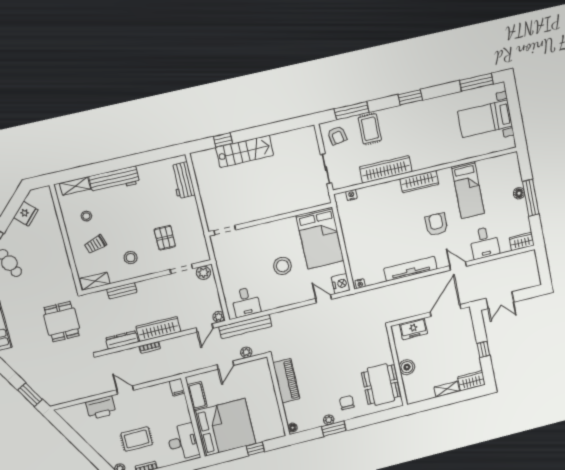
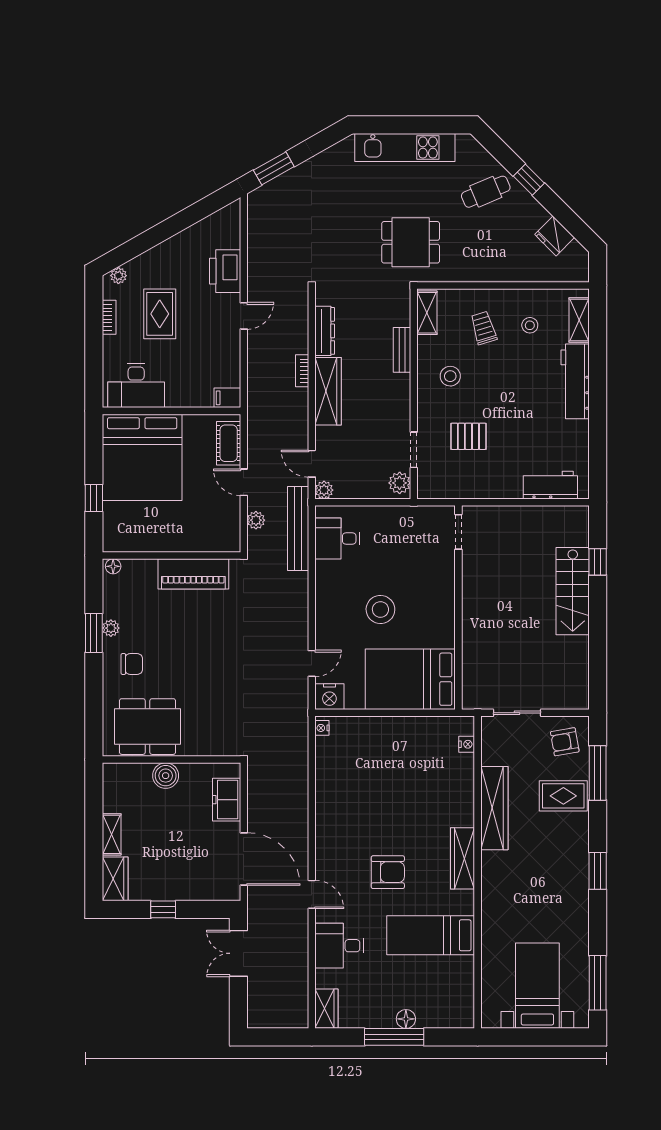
door: (458, 266) -> (312, 894), hinge flipped
tv unit: (410, 269) -> (326, 815), removed
dining table: (62, 322) -> (411, 242), moved
cot: (197, 396) -> (229, 443), moved, turned 90

